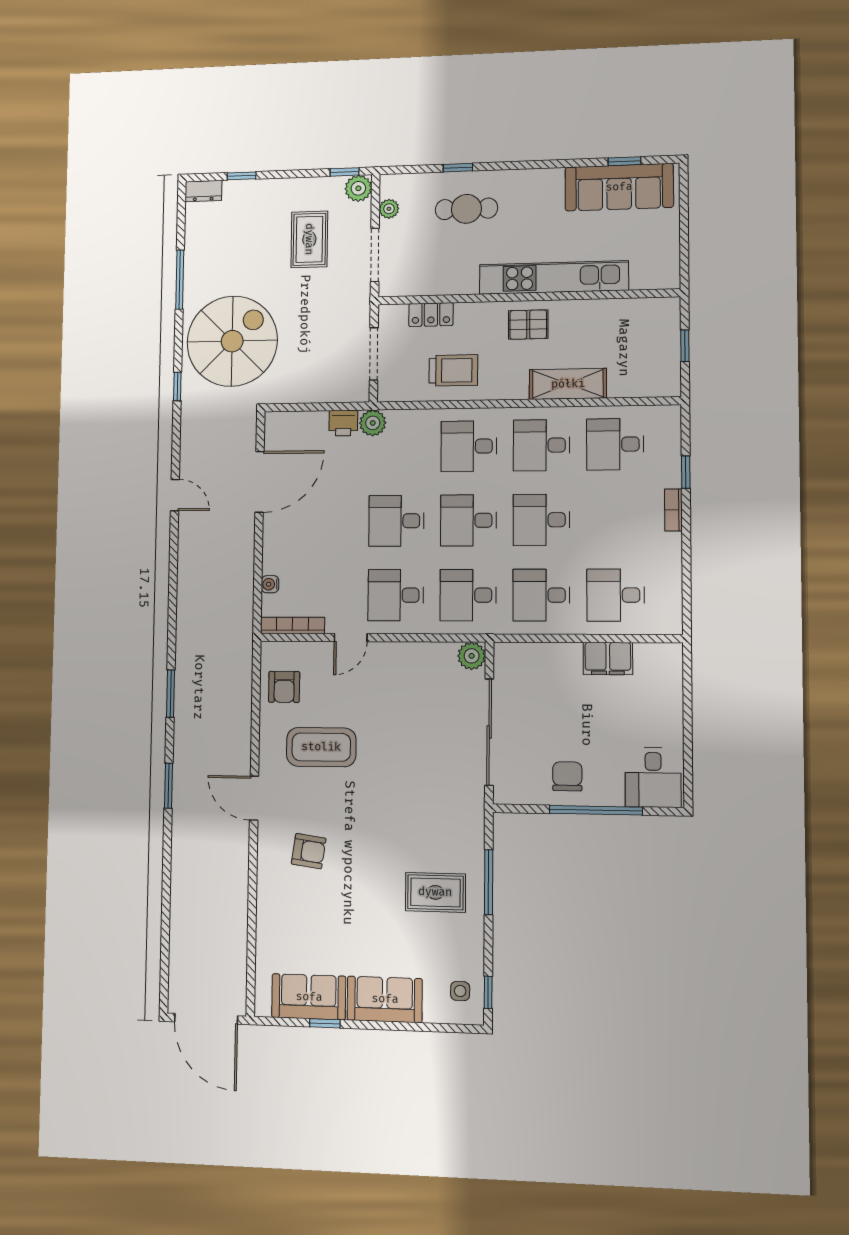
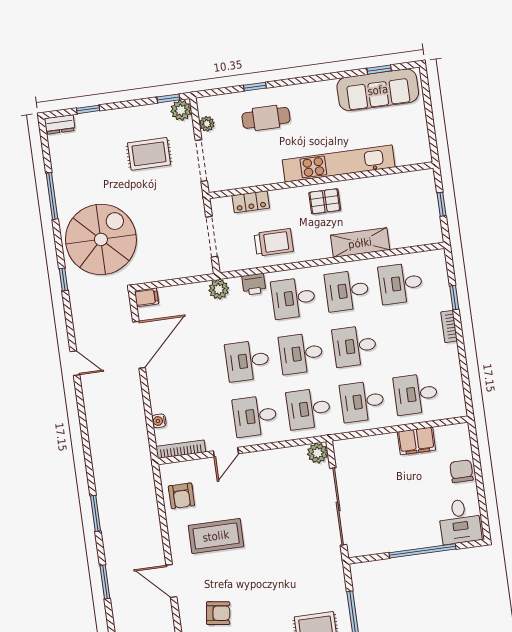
rug: (309, 239) -> (149, 154), turned 90
filing cabinet: (278, 422) -> (147, 297), added
printer: (343, 423) -> (254, 284), moved
chair: (567, 776) -> (461, 471), moved

